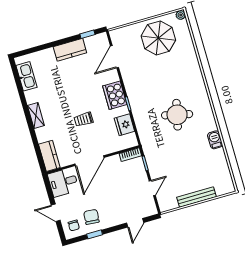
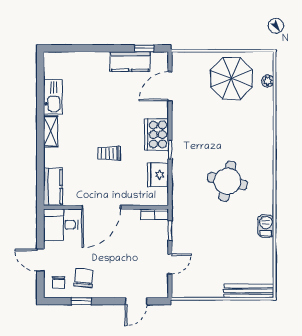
plant: (181, 15) -> (268, 81), moved
kitchen counter: (70, 50) -> (130, 61), moved
kitchen sink: (26, 76) -> (53, 97), moved
bench: (197, 197) -> (249, 291), moved

